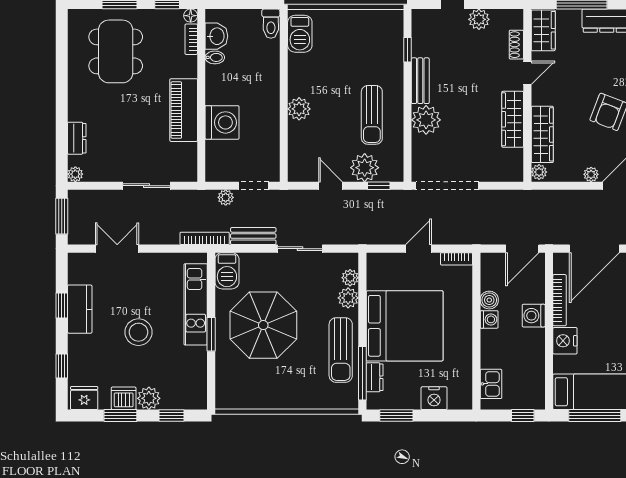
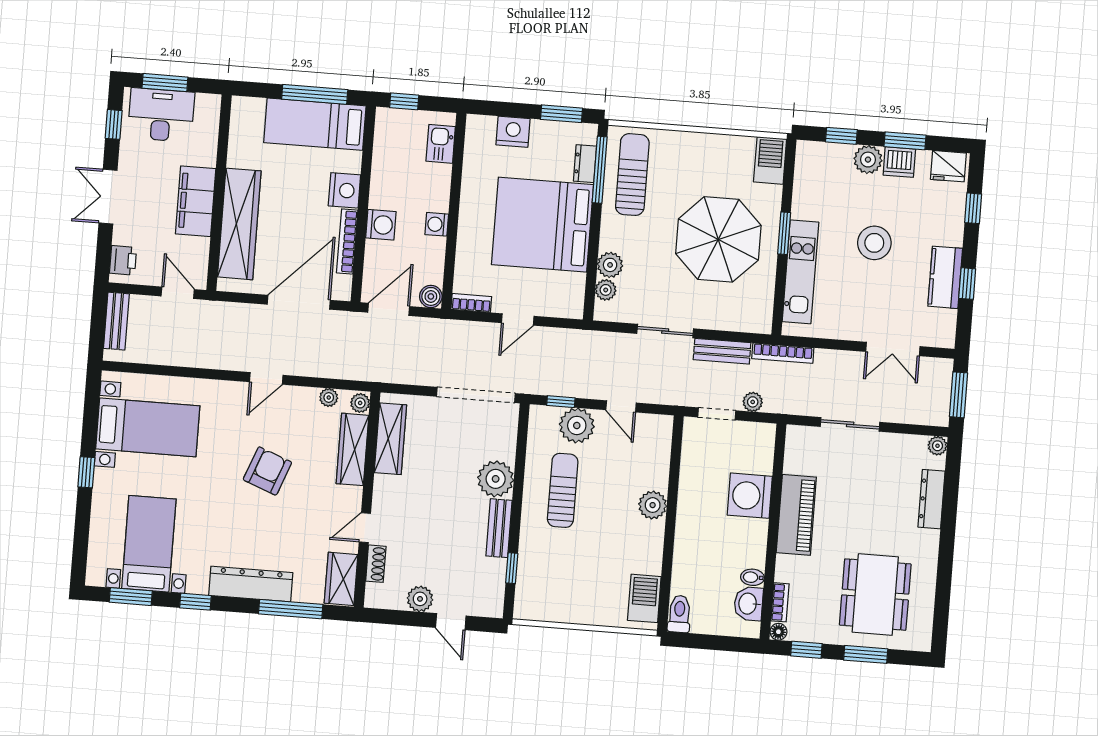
wardrobe: (513, 119) -> (390, 439), moved
dresser: (77, 138) -> (931, 499), width x1.44
plant: (591, 174) -> (329, 397), moved
barbecue: (227, 271) -> (770, 160), moved
boiler: (489, 300) -> (431, 296), moved
sun lounger: (341, 350) -> (632, 175), moved

